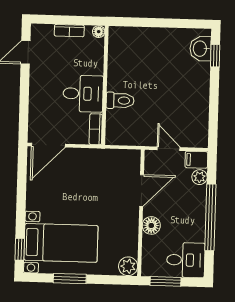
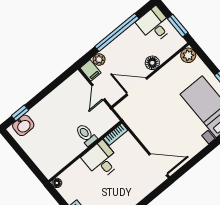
floor lamp: (99, 32) -> (57, 183), moved
wall: (105, 85) -> (85, 151), moved
desk: (83, 94) -> (101, 160), moved
toilet: (120, 100) -> (86, 135), moved
bookcase: (96, 129) -> (116, 134), moved

